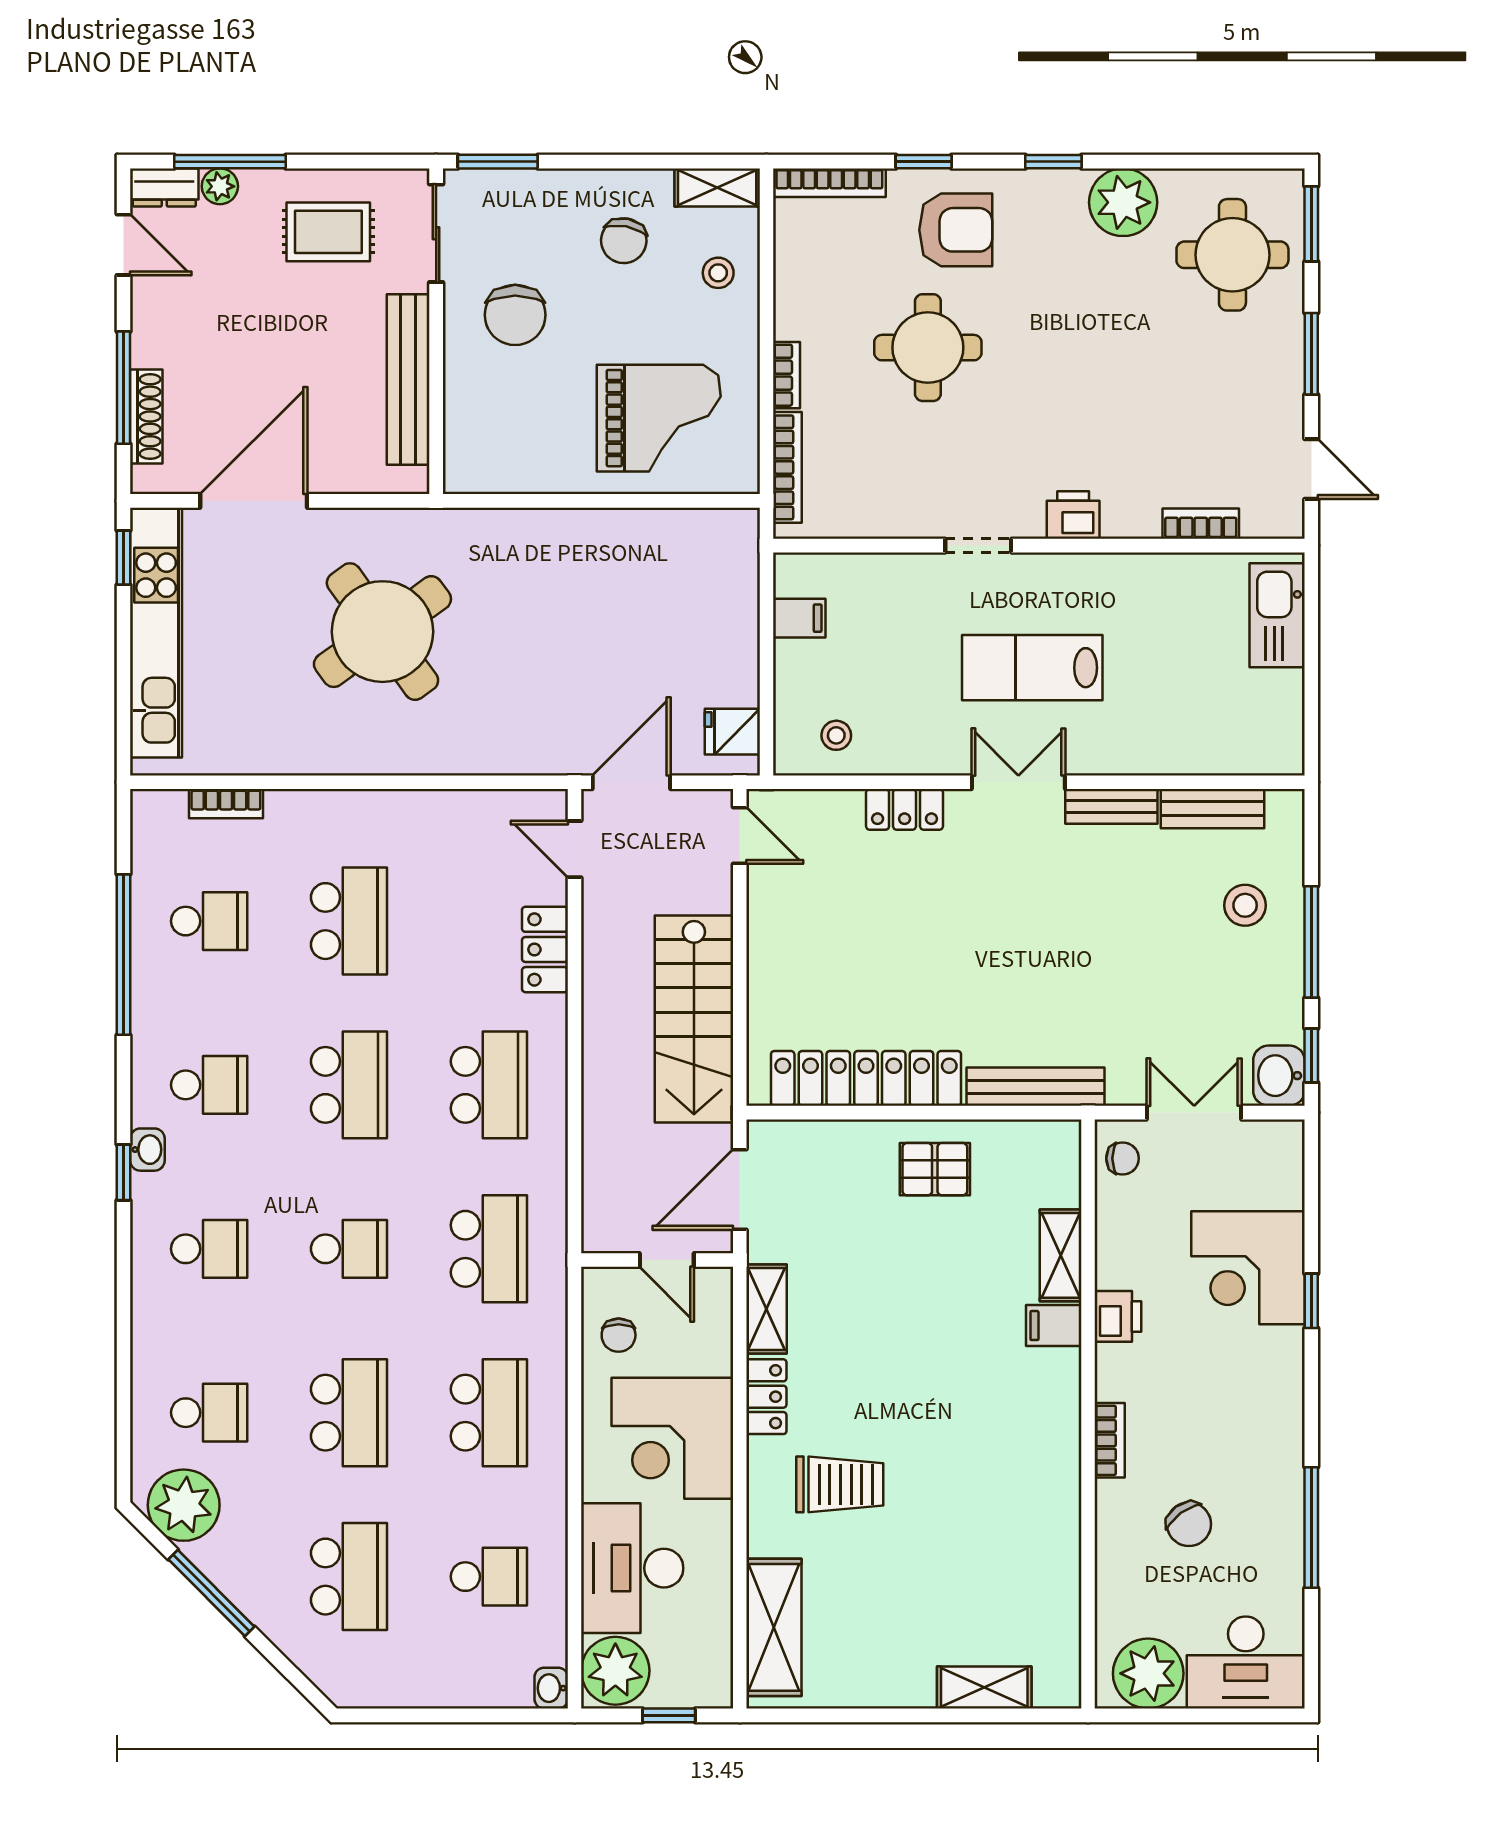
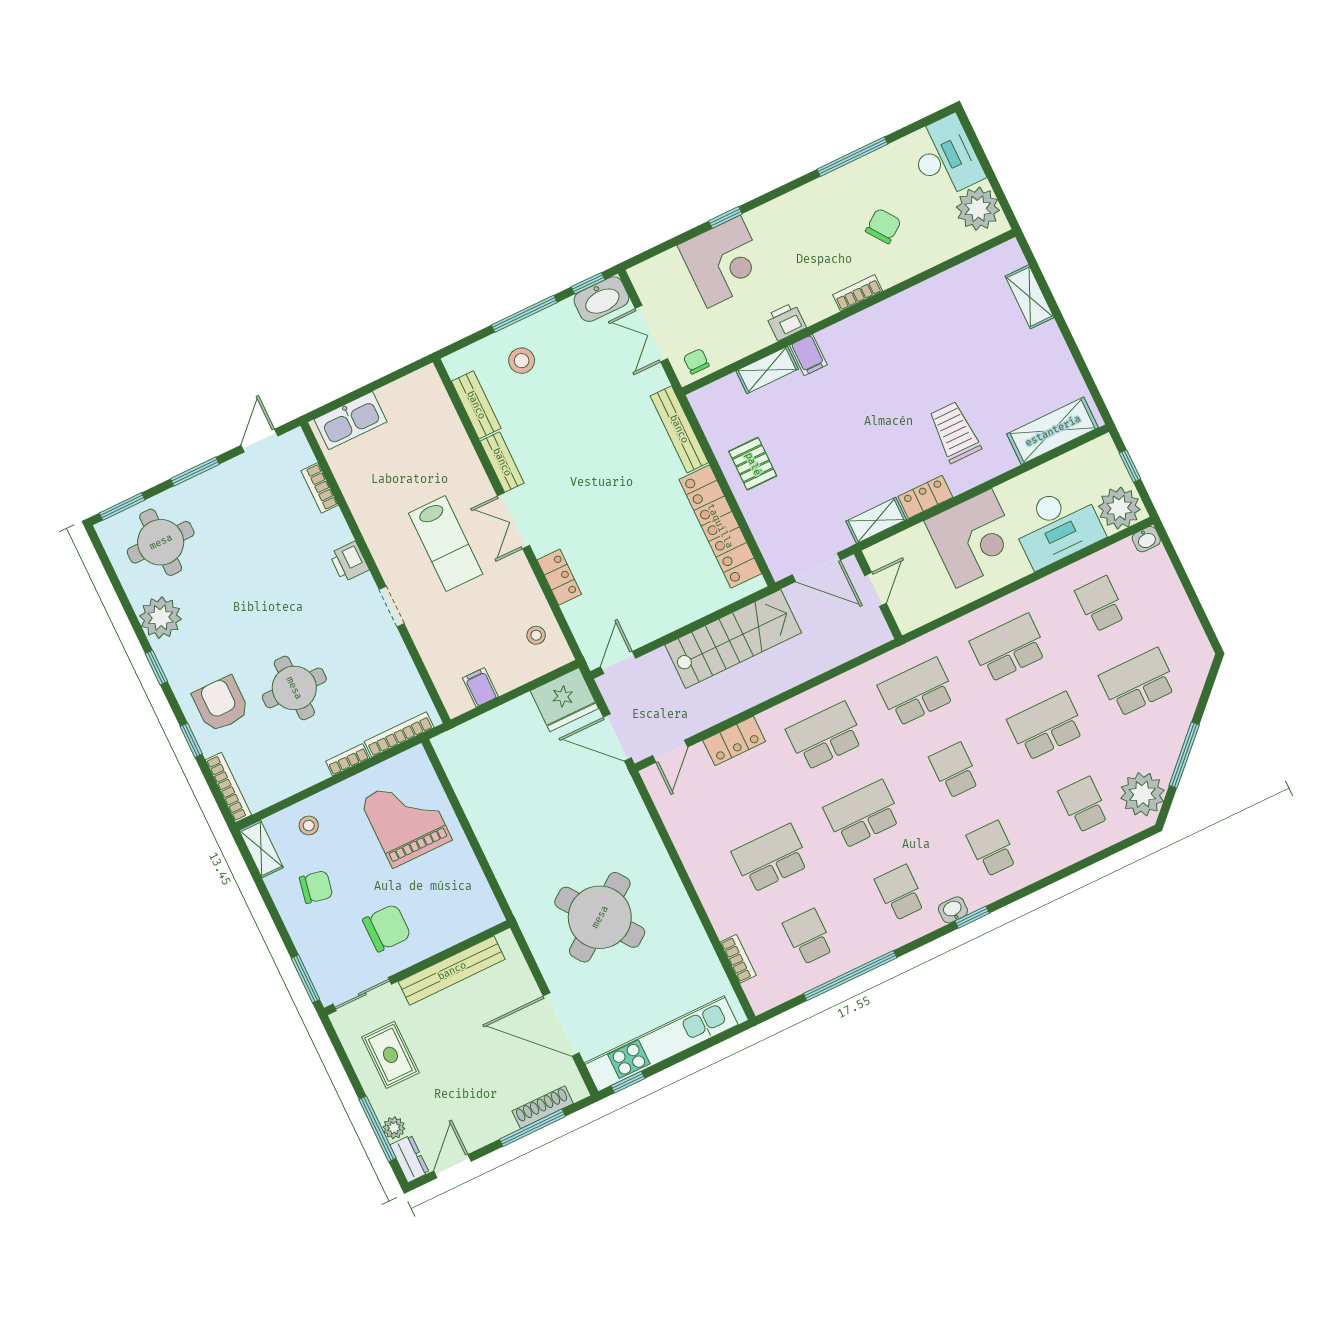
fridge: (732, 732) -> (564, 700), width x1.88, depth x1.34
washbasin: (1279, 1076) -> (601, 299), width x1.38
chair: (619, 1335) -> (930, 596), removed

